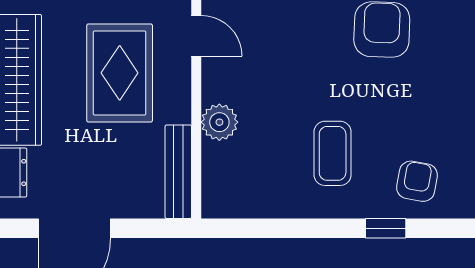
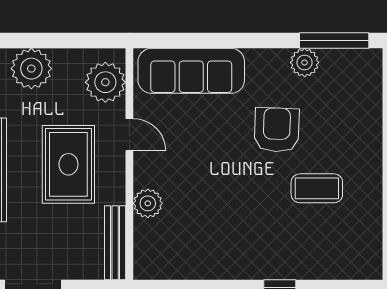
coffee table: (333, 153) -> (317, 188), moved, turned 90
armchair: (417, 181) -> (305, 250), removed

